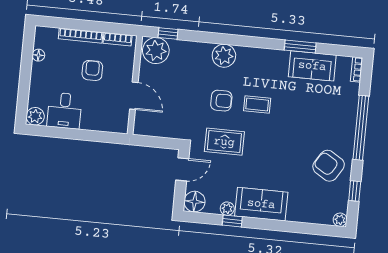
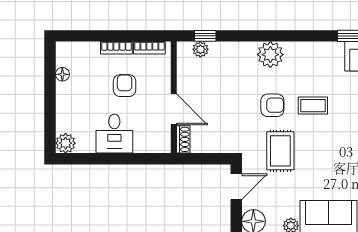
bookcase: (81, 36) -> (116, 48), width x0.64
plant: (156, 51) -> (200, 49), width x0.53, depth x0.53
desk: (64, 111) -> (114, 134), moved
shoe rack: (140, 123) -> (183, 139), added
rug: (224, 142) -> (280, 151), turned 90

